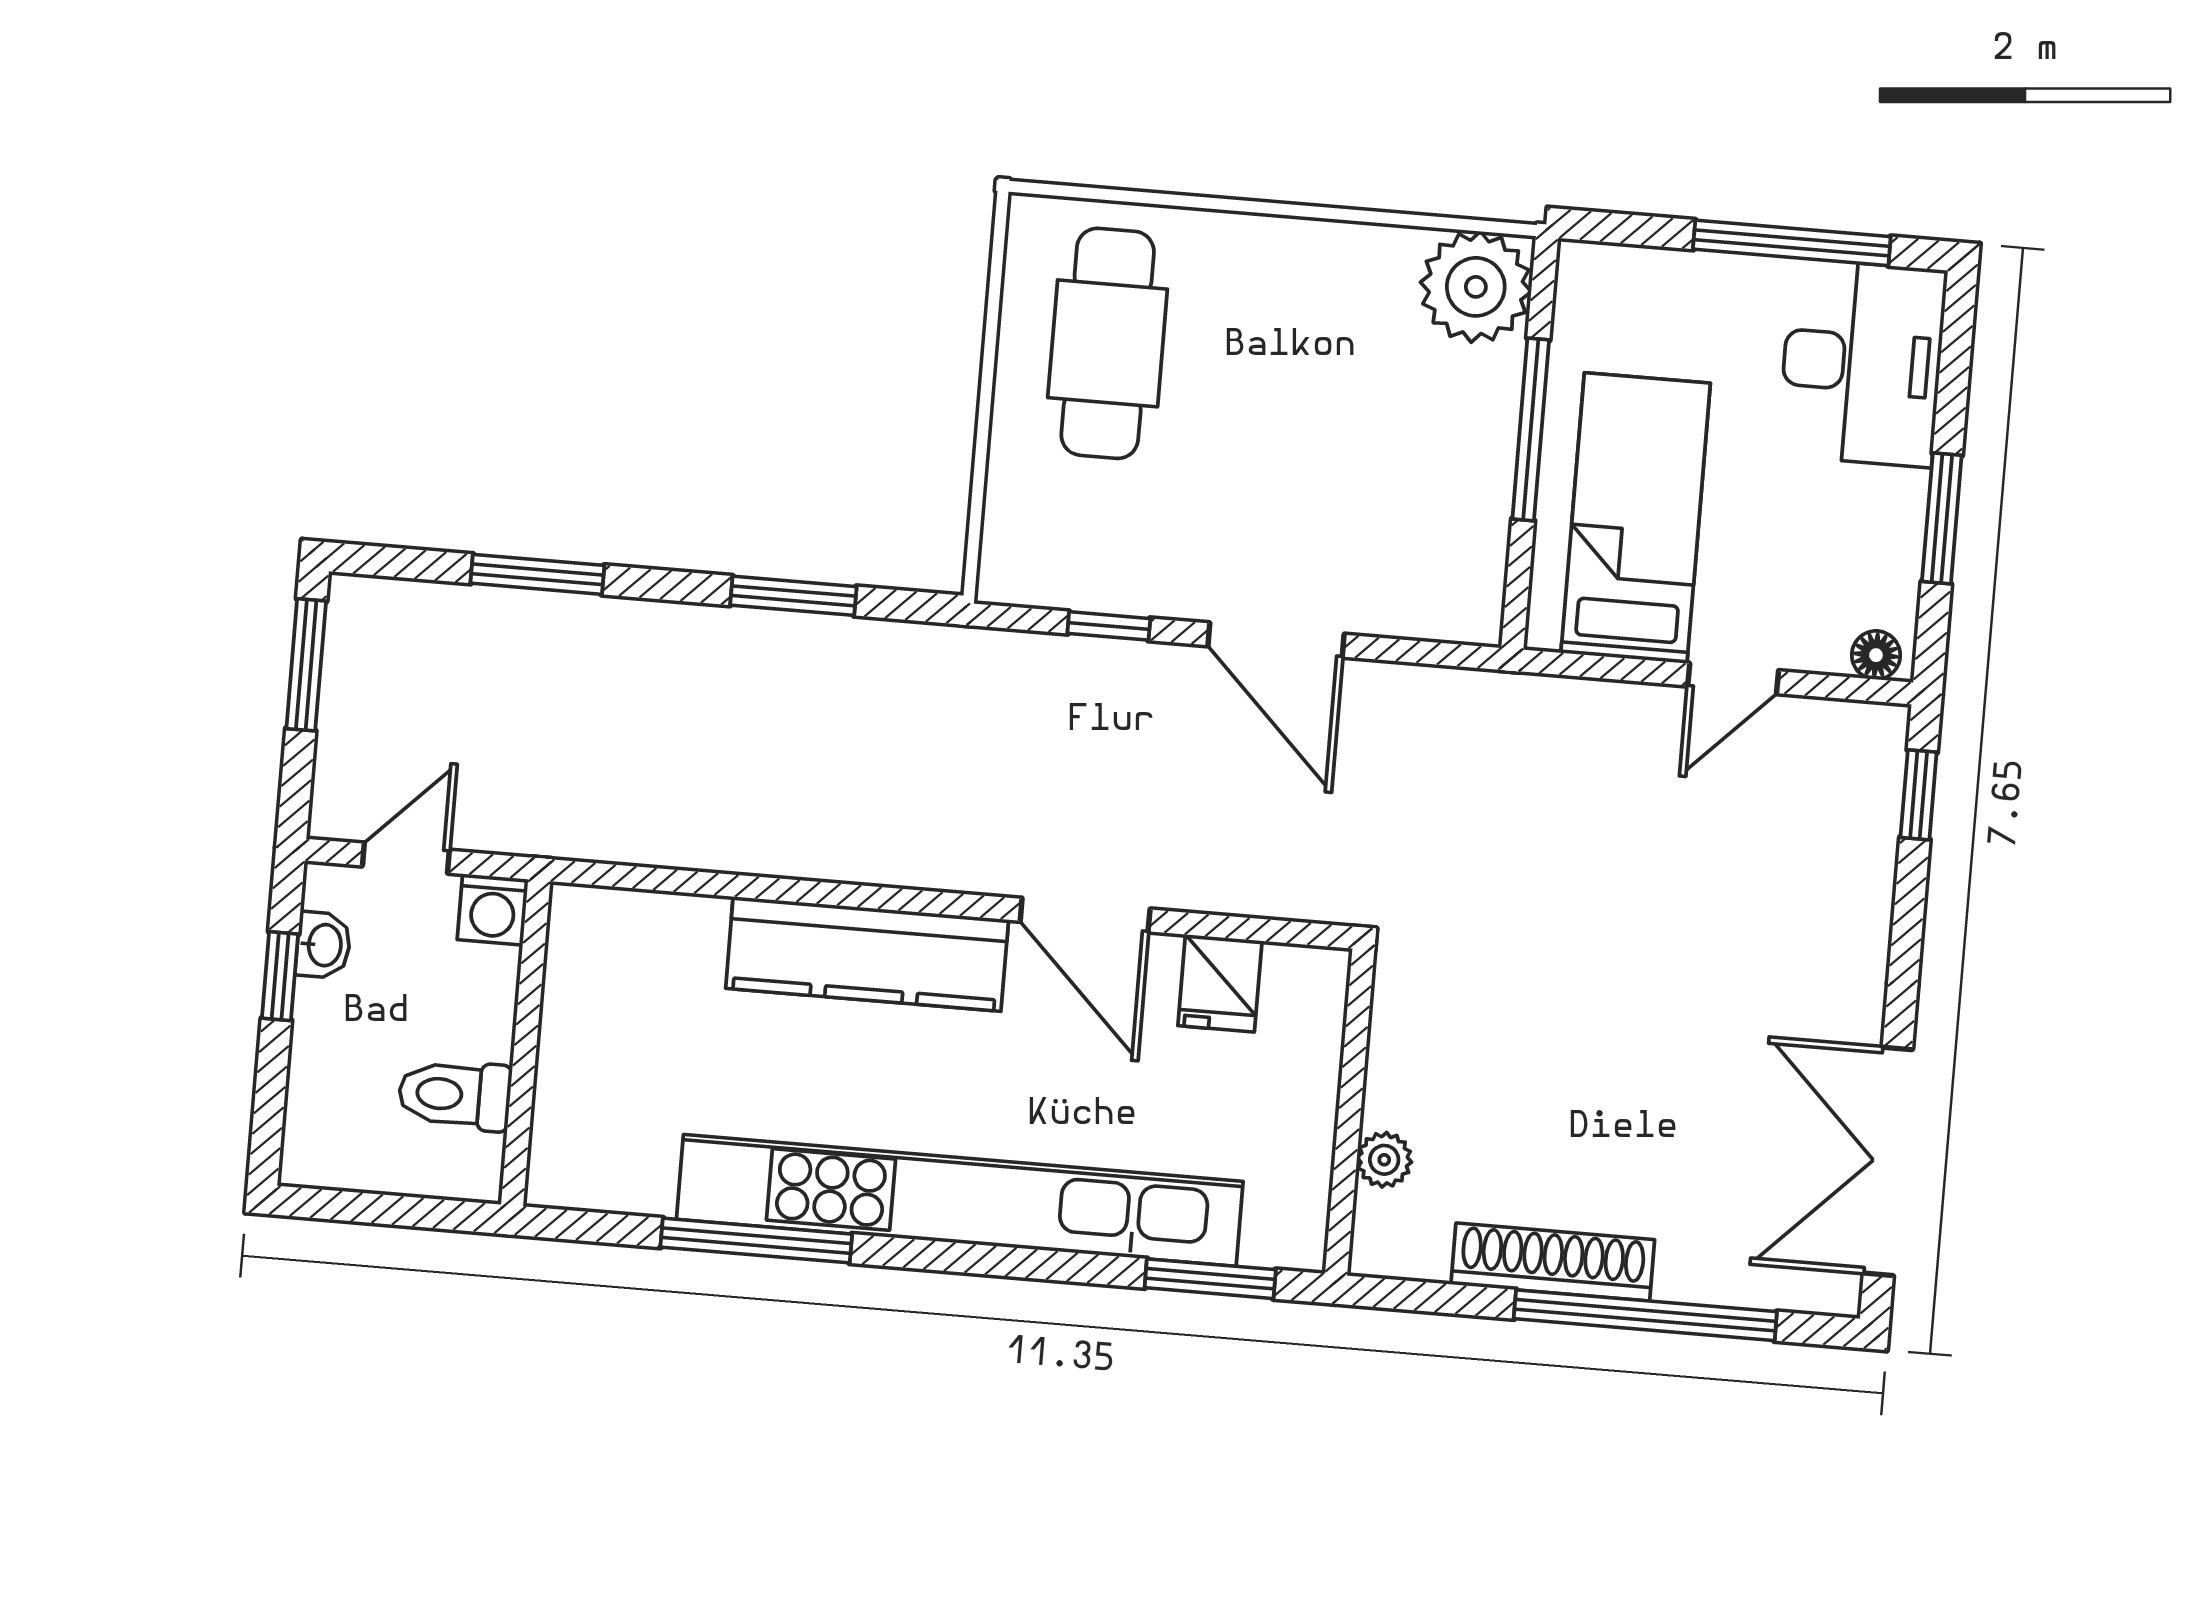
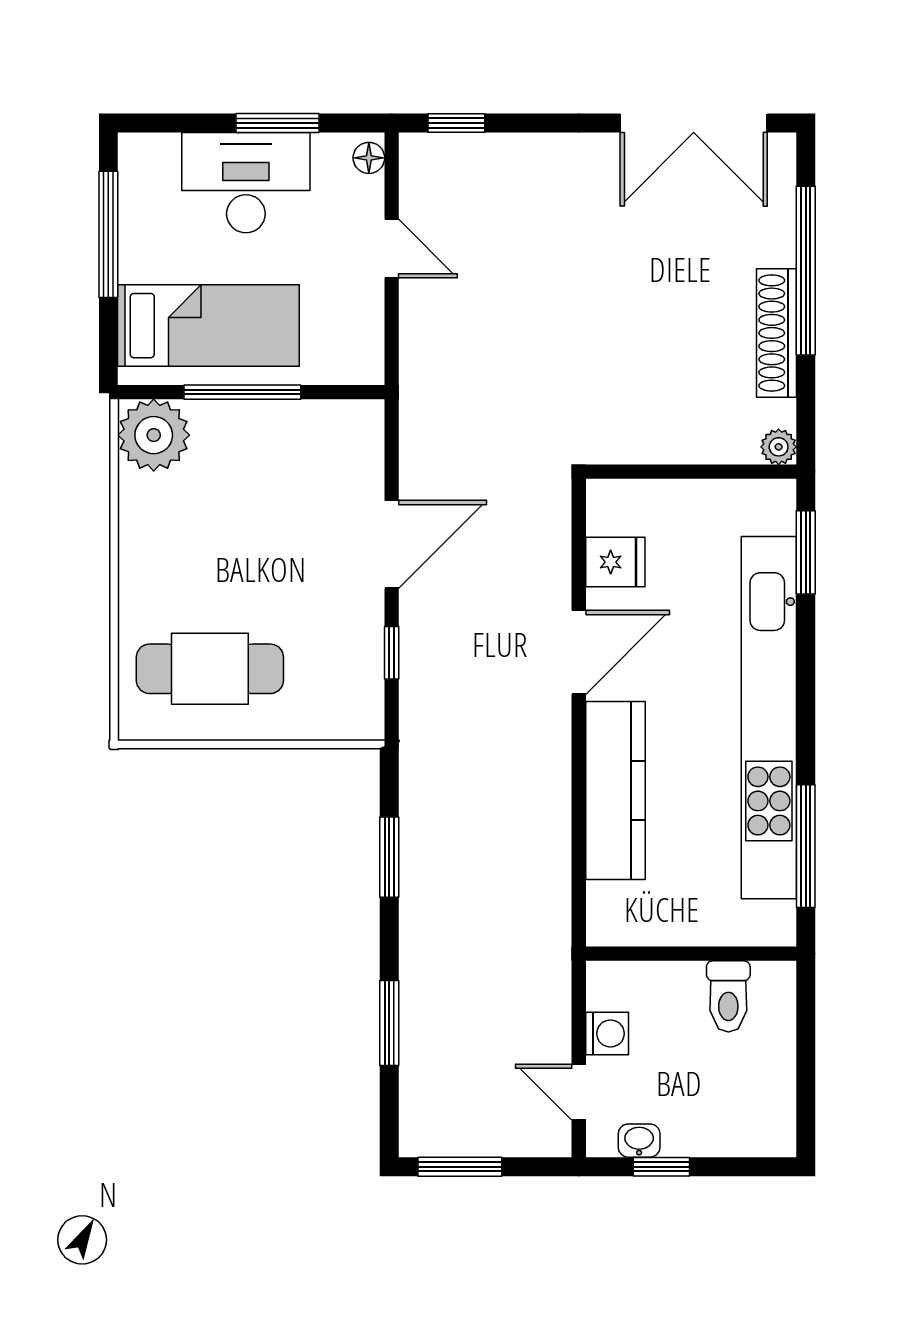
desk: (1862, 363) -> (246, 183), moved
bed: (1636, 518) -> (208, 326), moved, turned 180
wall: (526, 1043) -> (691, 954), moved
toilet: (455, 1095) -> (728, 996), moved
plant: (1384, 1160) -> (779, 447), moved

